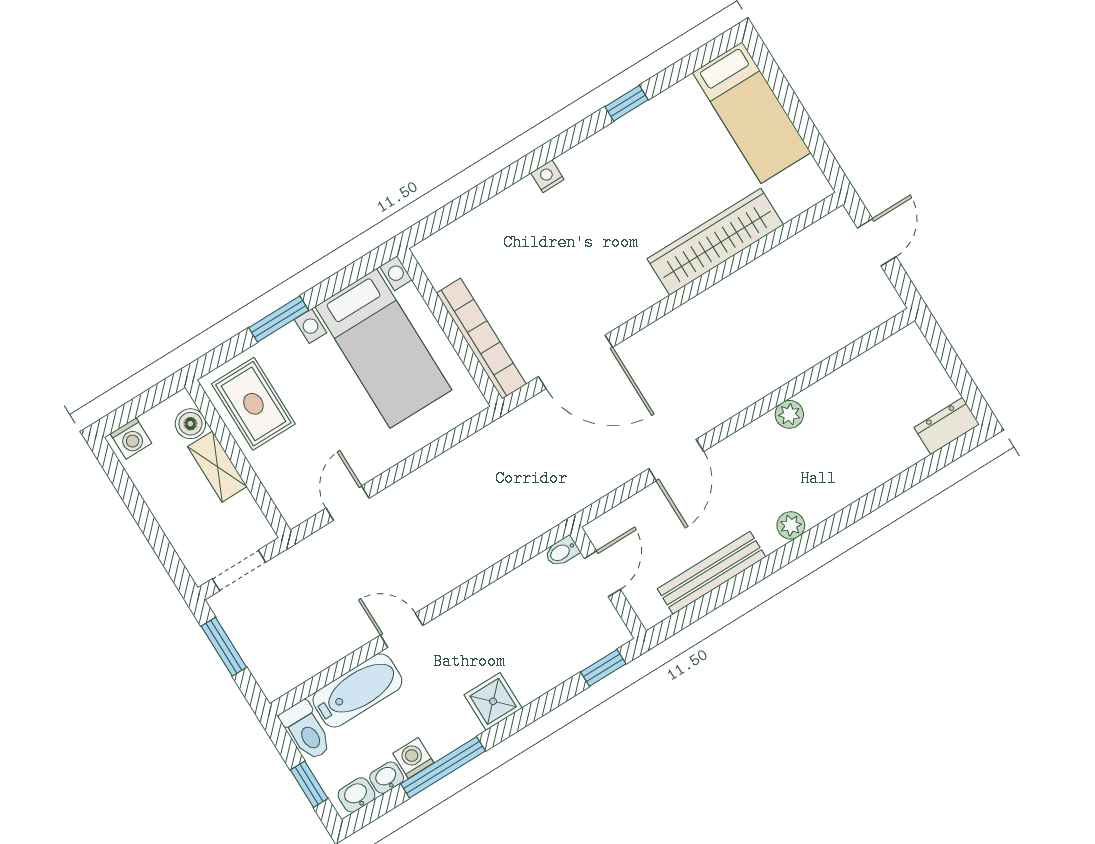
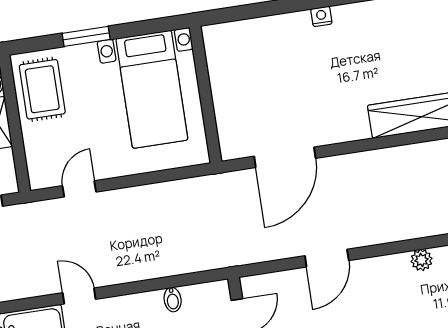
bookcase: (481, 339) -> (225, 112), removed
door: (575, 362) -> (285, 157), hinge flipped
bidet: (562, 552) -> (173, 300), moved, turned -90

